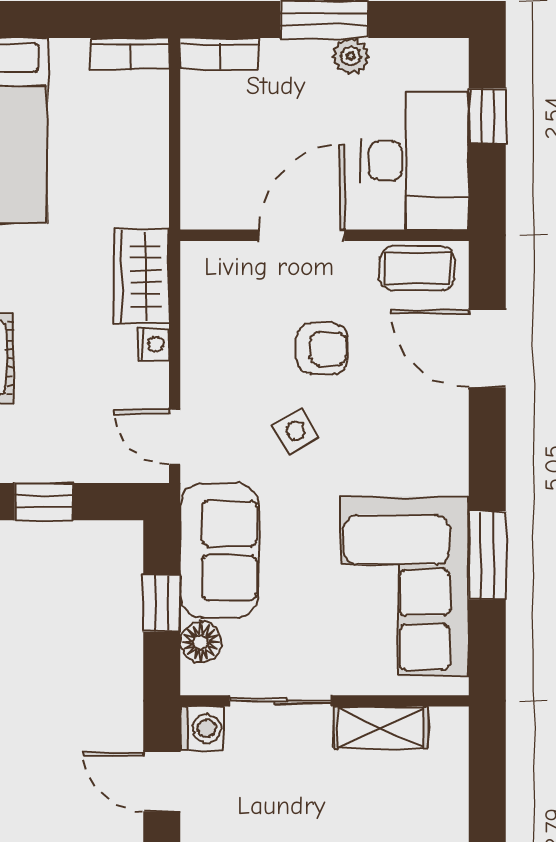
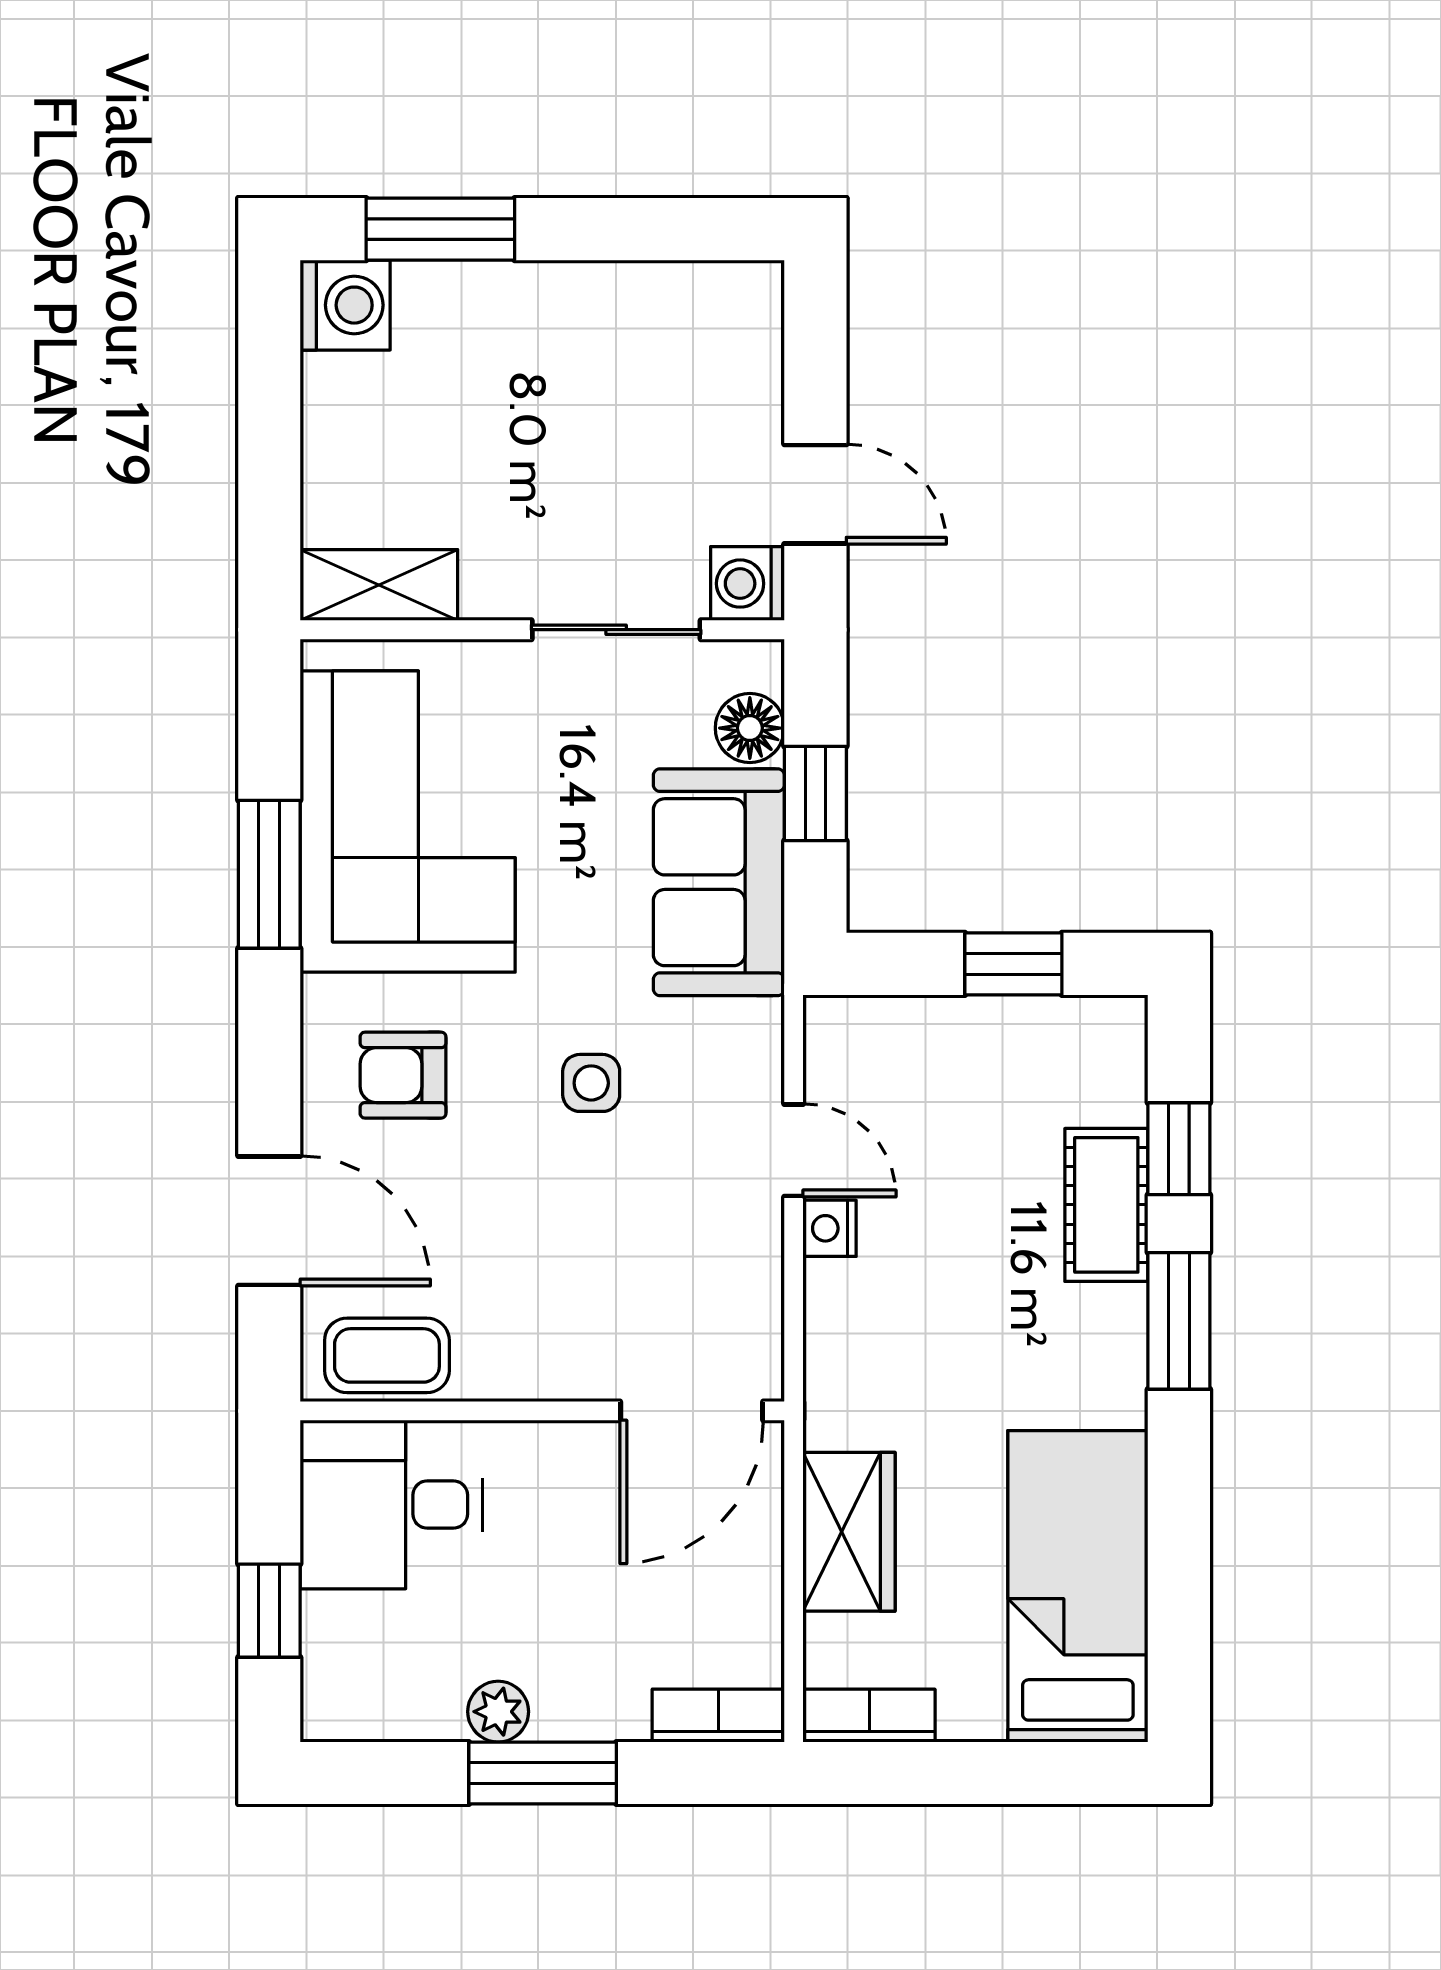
desk: (415, 161) -> (391, 1505), width x0.73
door: (302, 235) -> (692, 1411), moved
wardrobe: (142, 276) -> (849, 1532), moved
armchair: (322, 349) -> (403, 1075), moved
side table: (295, 431) -> (591, 1083), turned 30
door: (175, 437) -> (794, 1150), moved
shelving: (381, 727) -> (379, 585), moved

